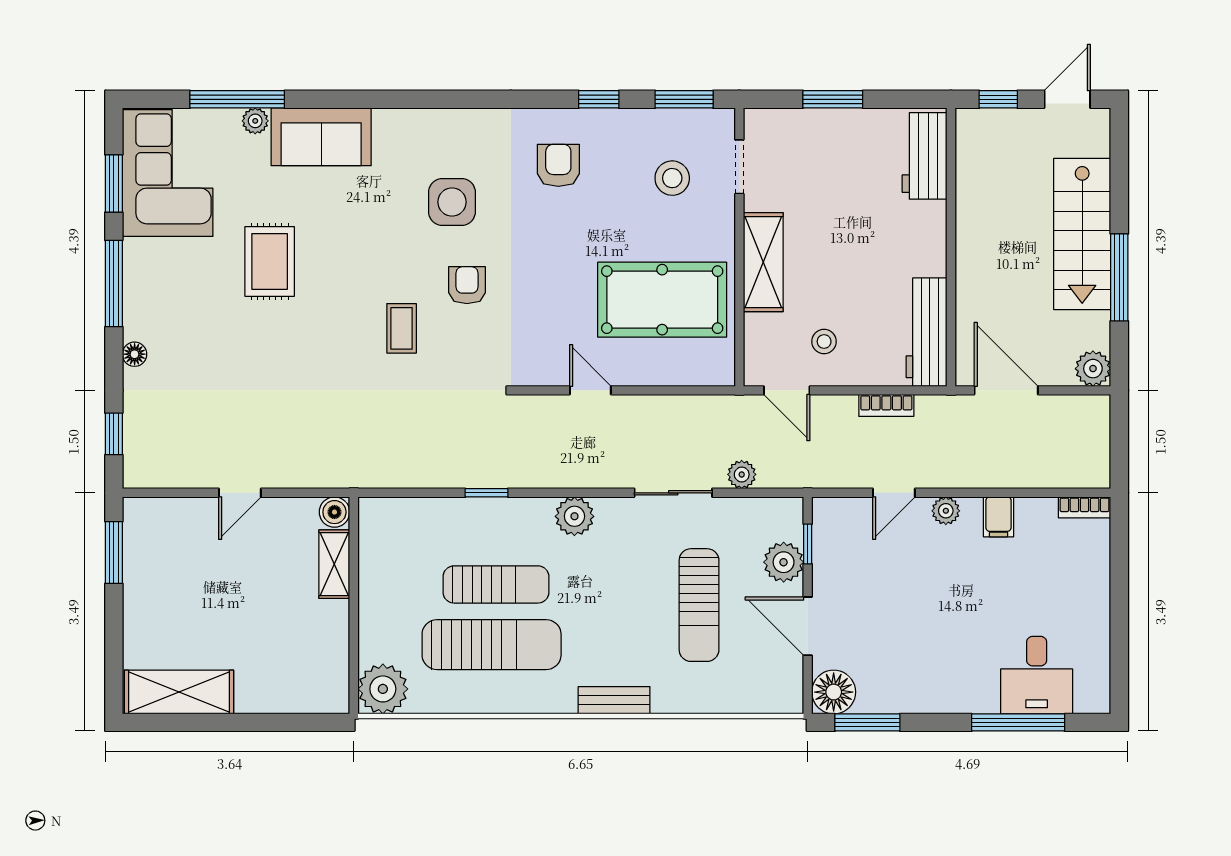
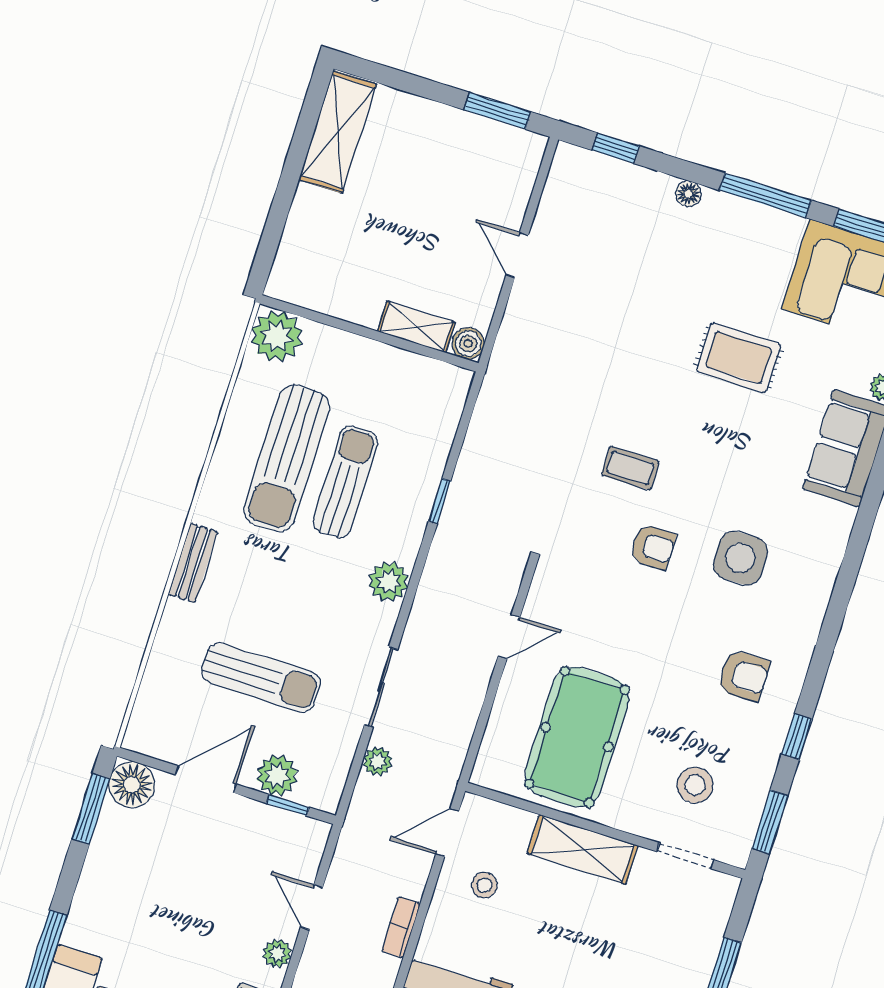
sun lounger: (496, 584) -> (345, 482), turned 180
sun lounger: (699, 605) -> (261, 678), turned 180

